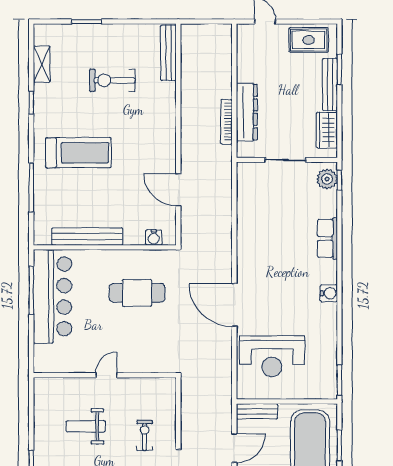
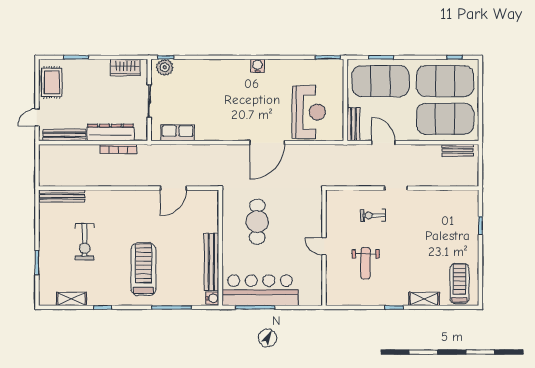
bench: (330, 85) -> (64, 135), moved
water cooler: (154, 237) -> (212, 298), moved
row of seats: (327, 238) -> (178, 133), moved, turned 180

